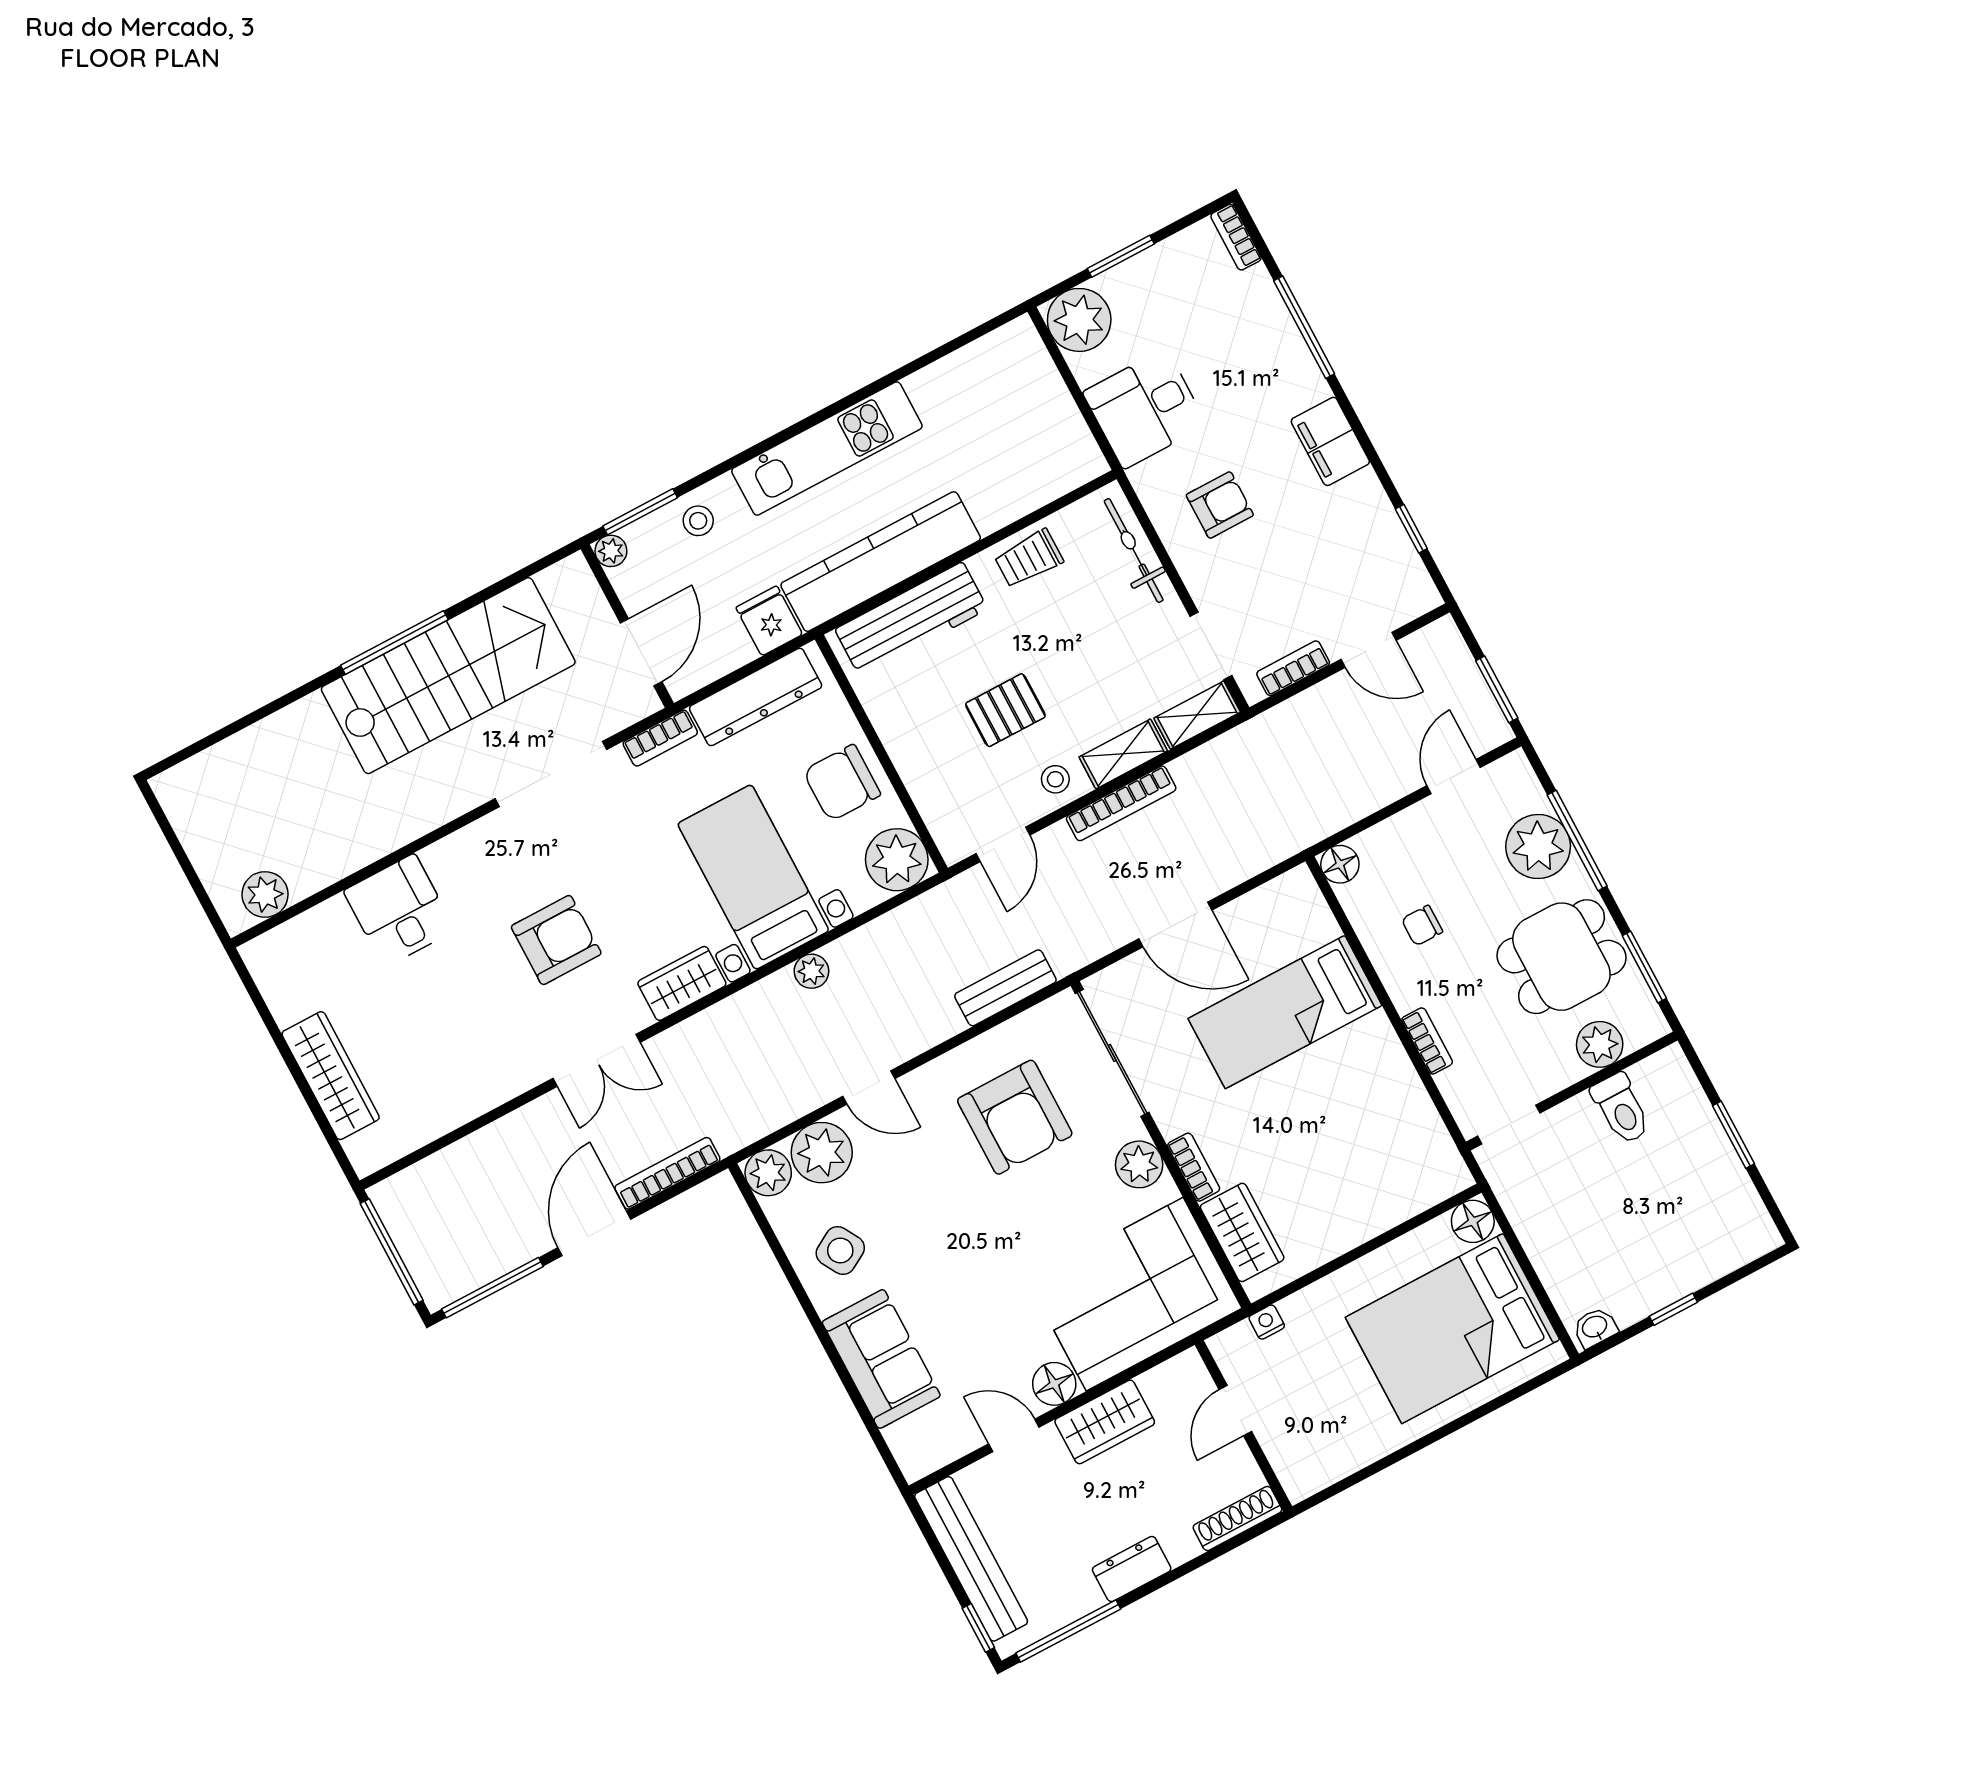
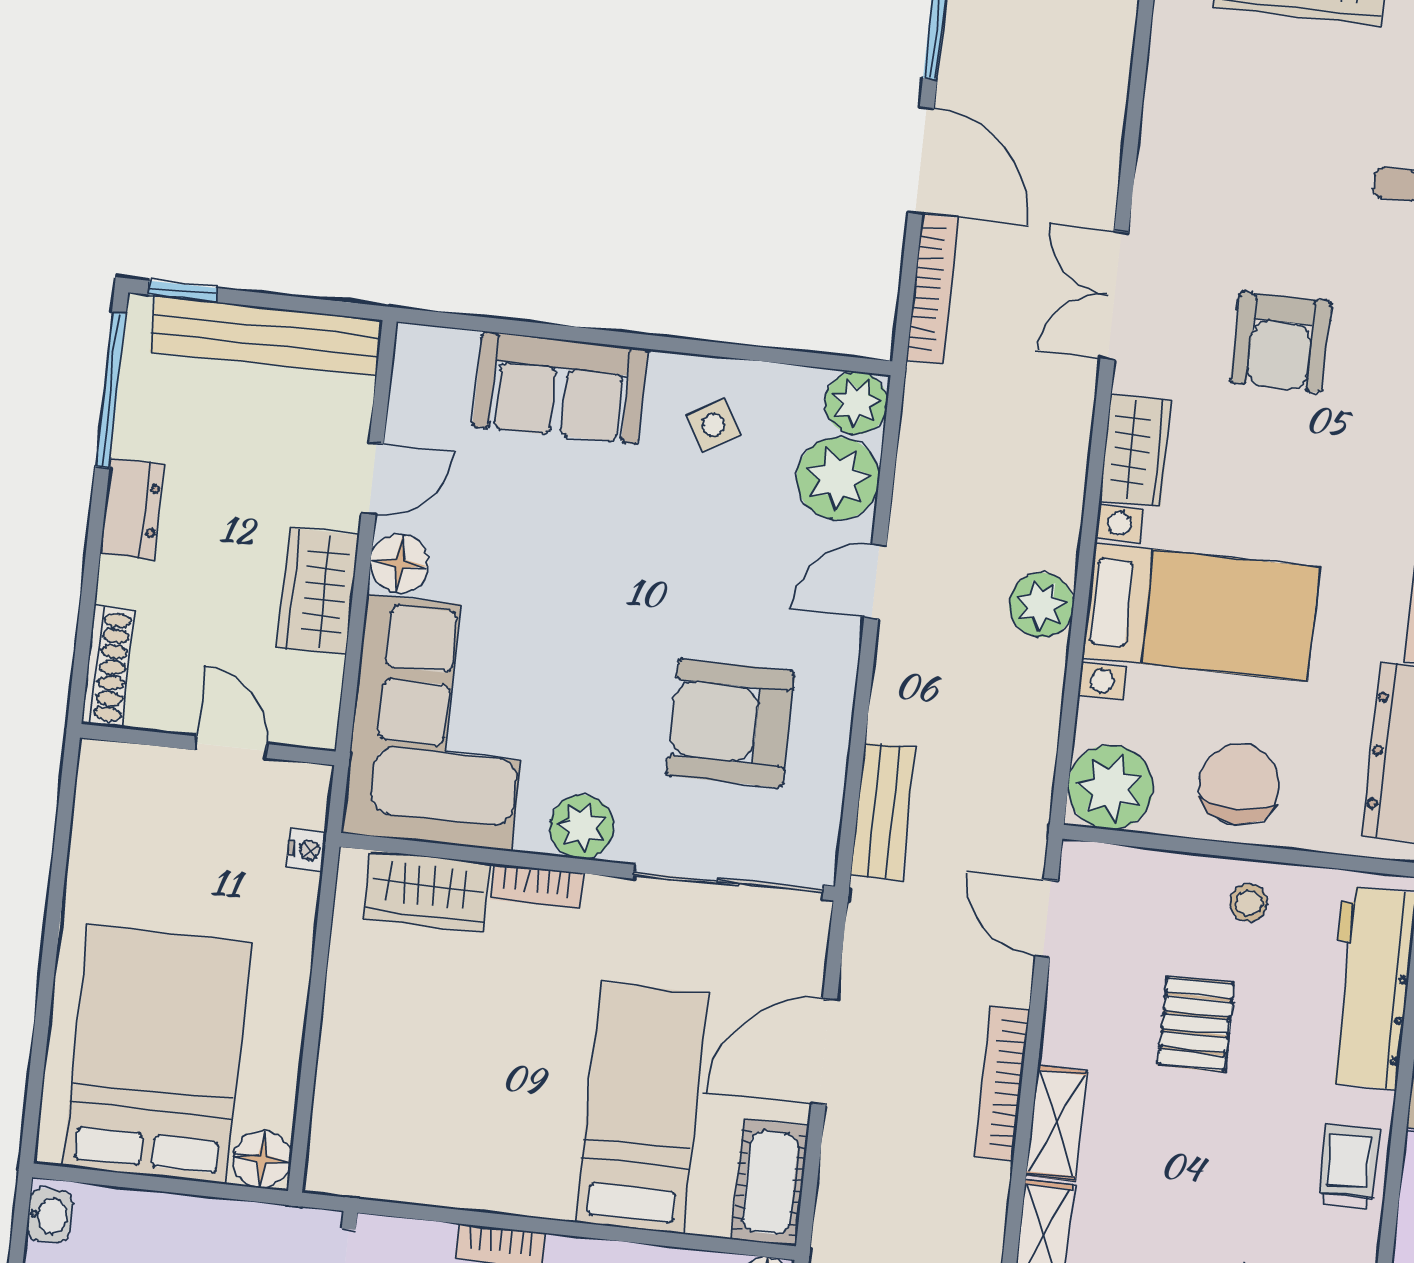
stool: (1055, 779) -> (1249, 903), moved
cot: (1277, 903) -> (770, 1183), added
plant: (811, 971) -> (1041, 605), width x1.38, depth x1.38
side table: (840, 1250) -> (714, 425), width x0.73, depth x0.73

